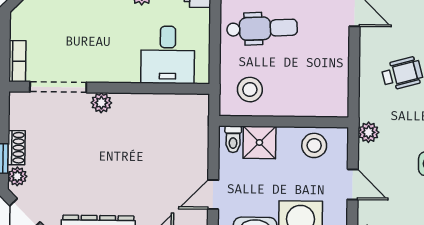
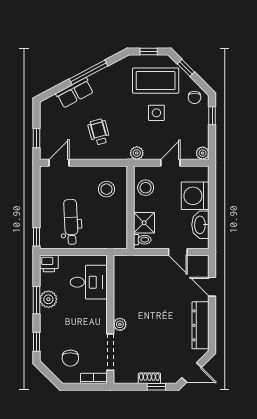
chair: (50, 25) -> (70, 358), added
stool: (250, 90) -> (106, 189), moved
plant: (17, 176) -> (168, 378), removed

